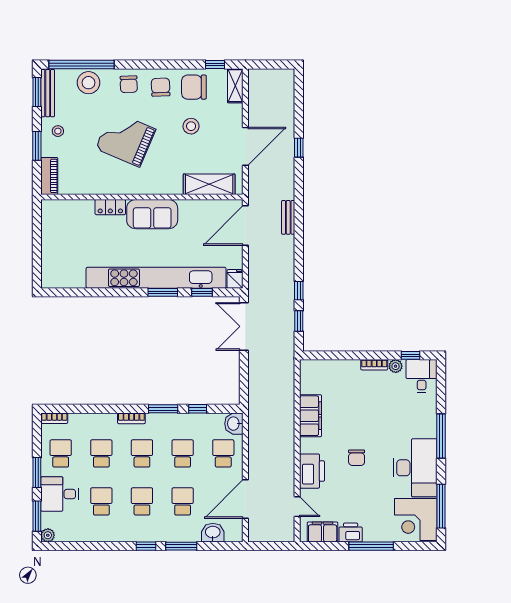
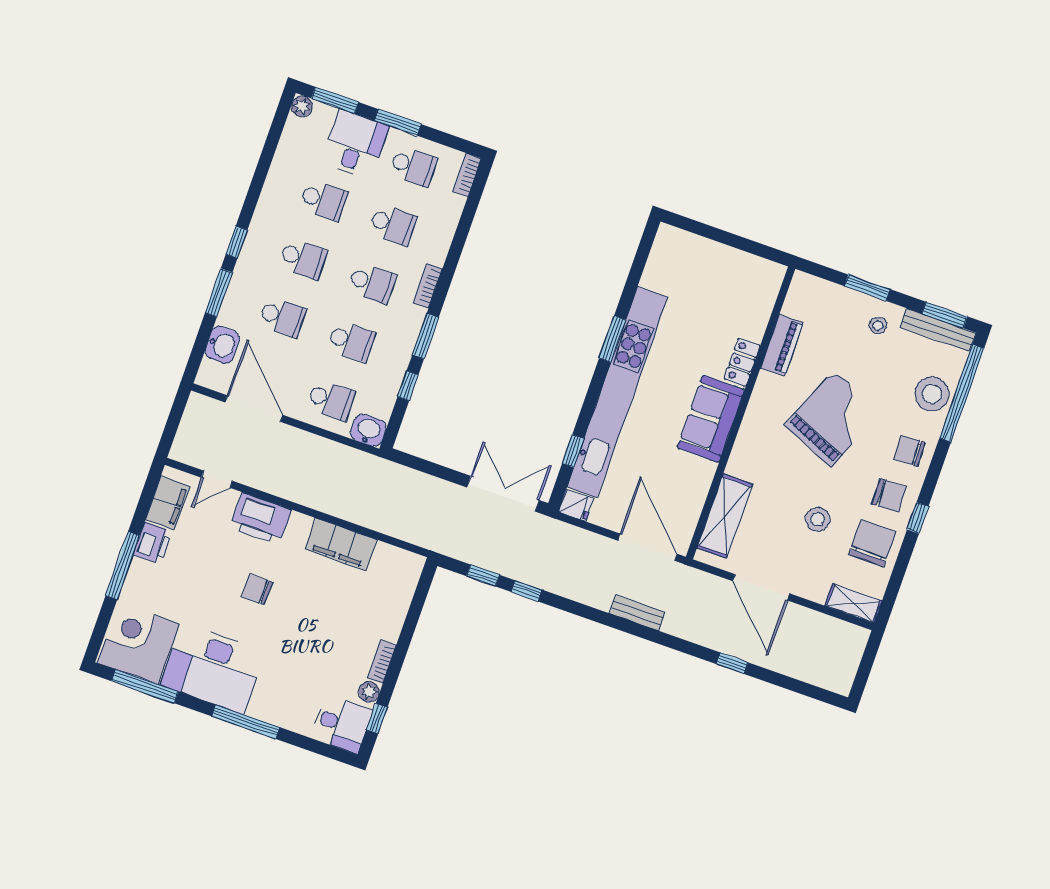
window: (215, 64) -> (918, 518), moved
piano: (49, 176) -> (782, 345), moved, turned -90
window: (163, 292) -> (612, 339), moved

